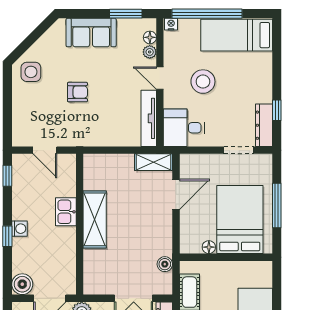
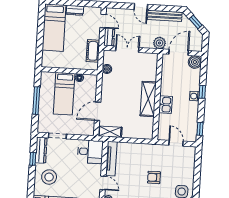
stool: (203, 82) -> (49, 177), moved
bed: (240, 219) -> (64, 94), width x0.67

